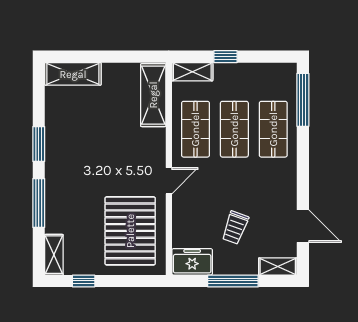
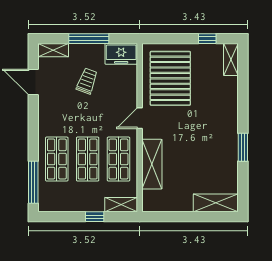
shelving: (153, 95) -> (152, 164), moved
window: (39, 203) -> (243, 100), removed

